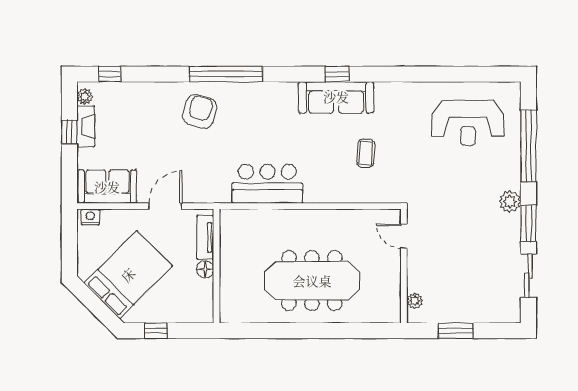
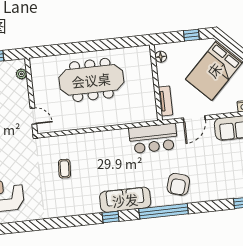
window: (337, 74) -> (111, 217), moved
sofa: (336, 97) -> (125, 200), moved
bar counter: (267, 184) -> (153, 138), moved
floor lamp: (205, 269) -> (161, 57), moved

